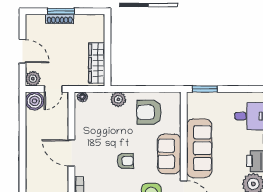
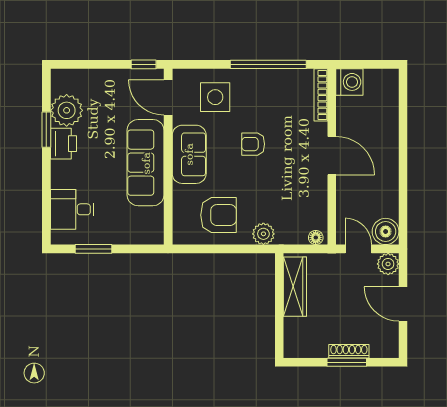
door: (53, 89) -> (358, 249), hinge flipped
window: (205, 89) -> (94, 249), moved

